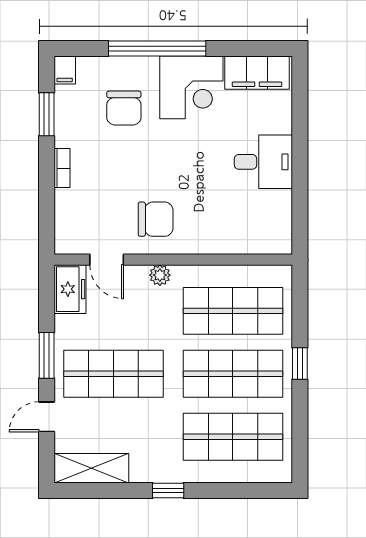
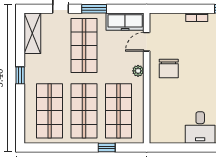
freezer: (70, 289) -> (125, 22), width x1.40
window: (300, 364) -> (107, 148), moved

